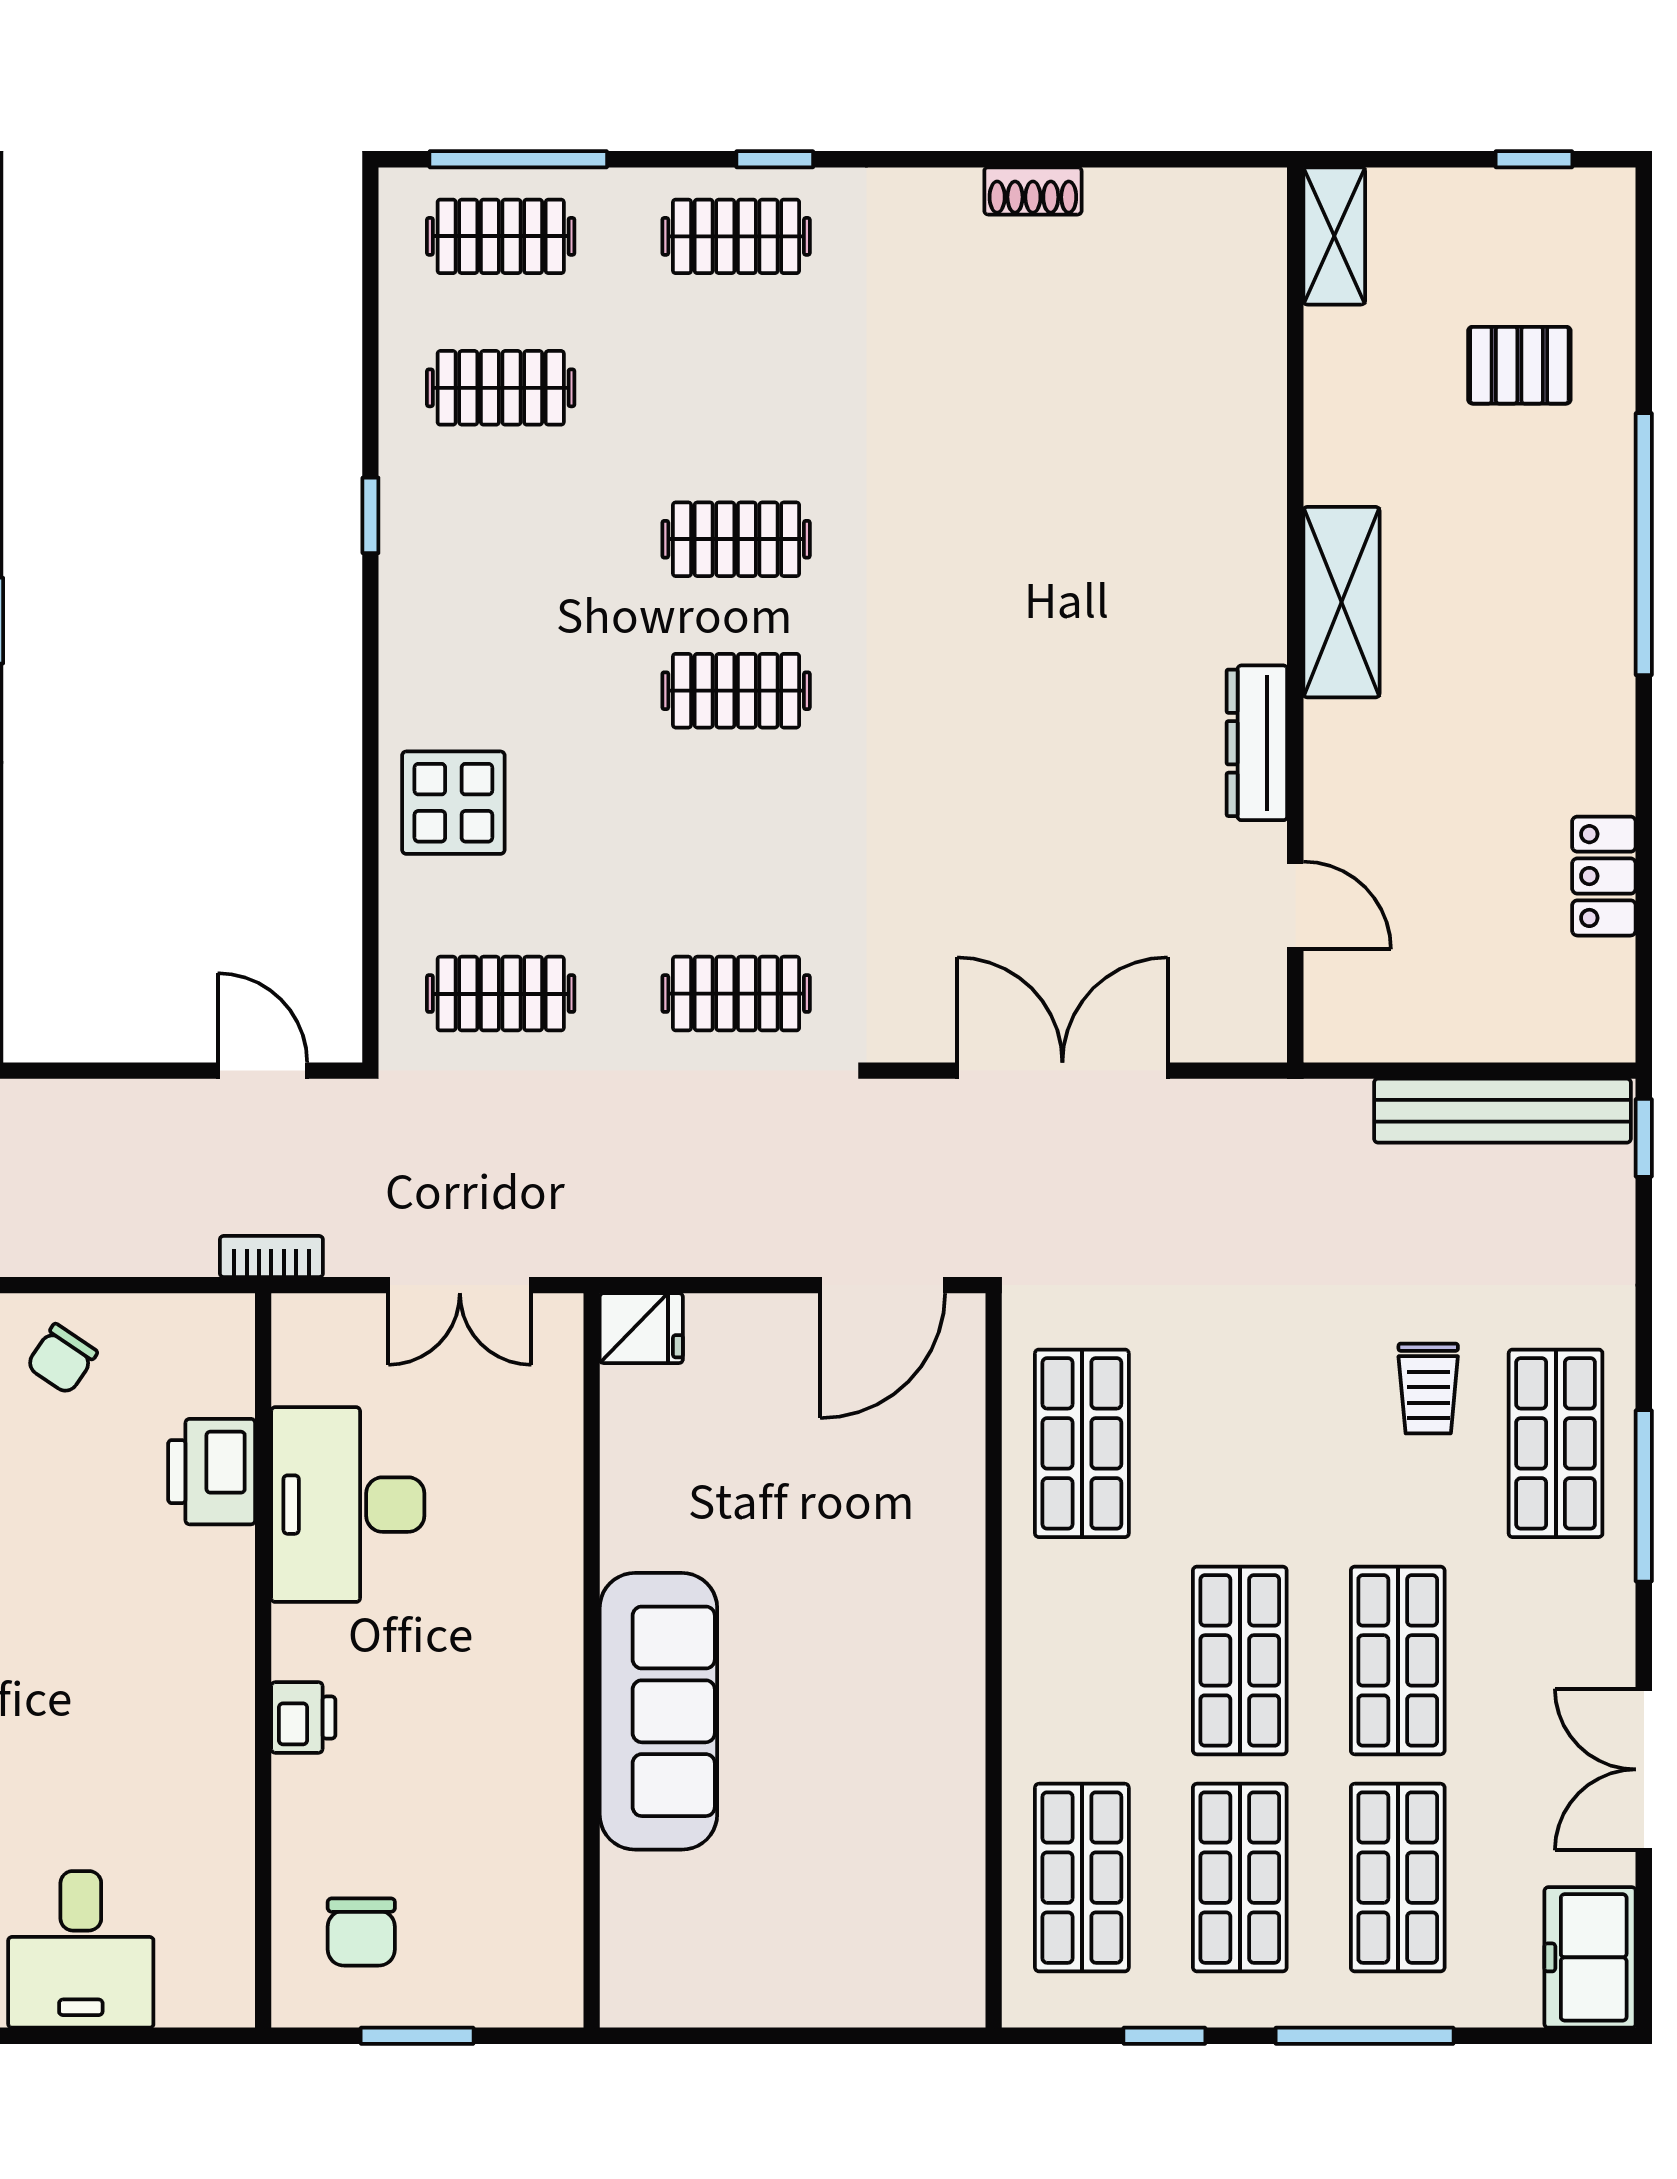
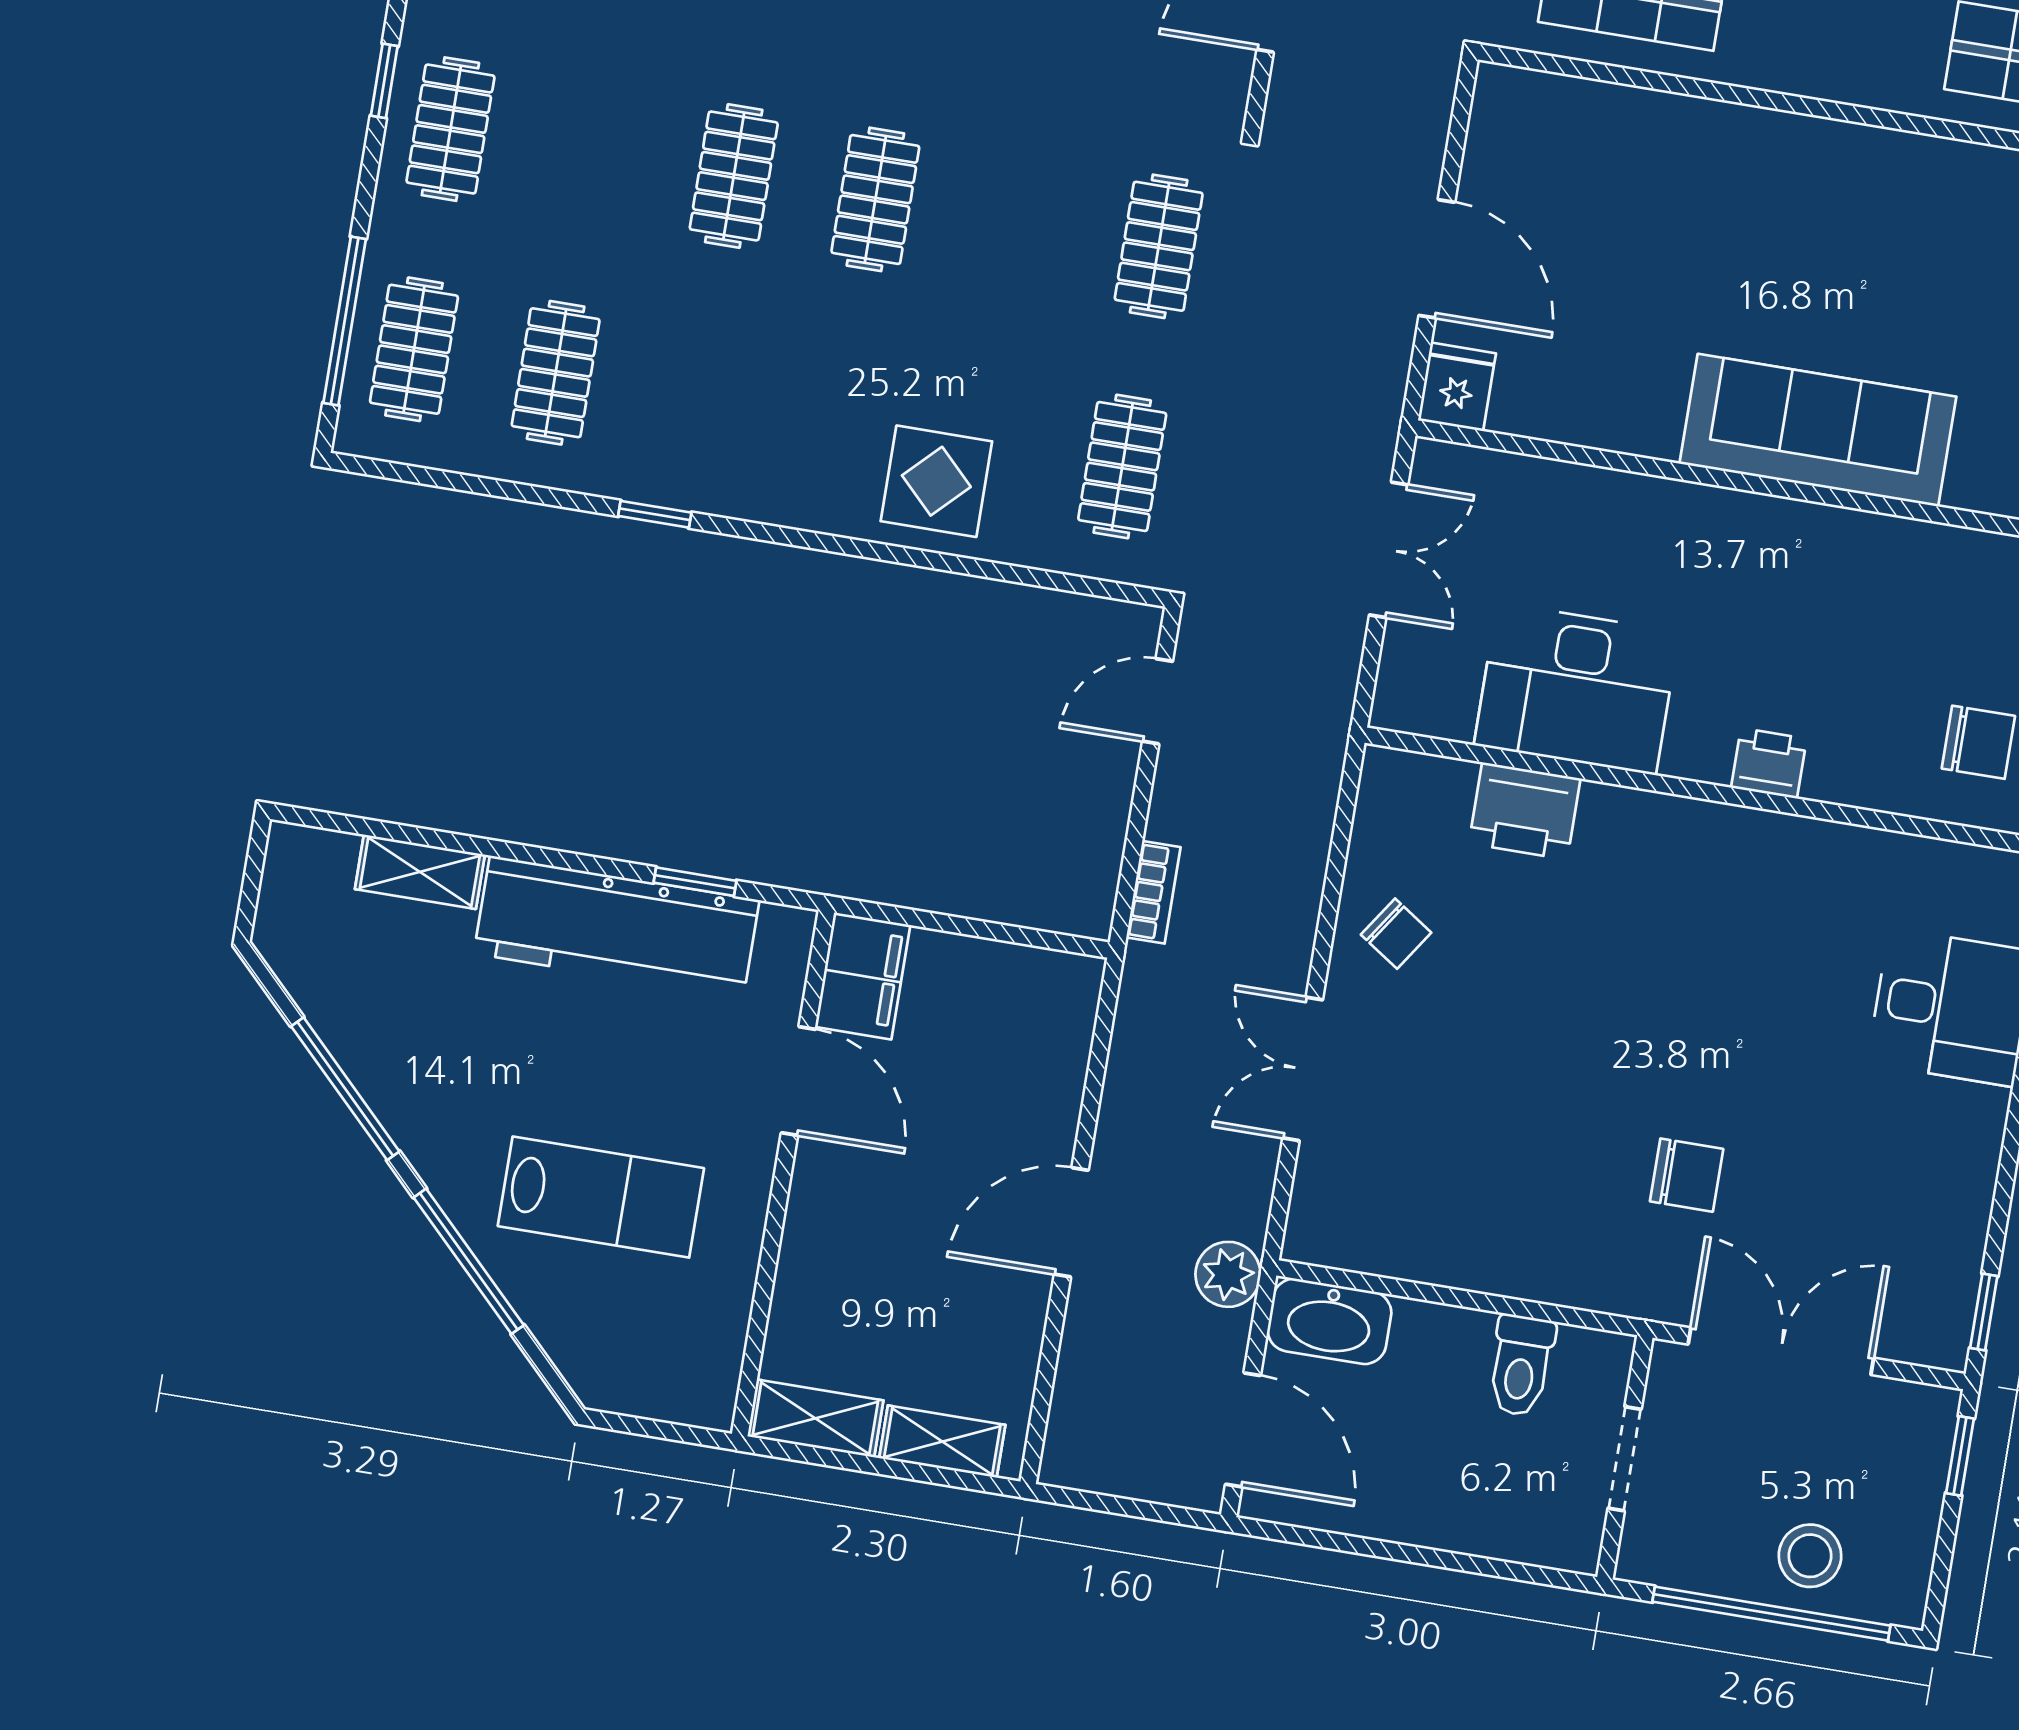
bookcase: (271, 1256) -> (1153, 892), moved, turned 180
door: (883, 1285) -> (1437, 259), moved

